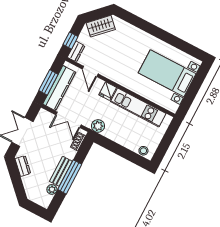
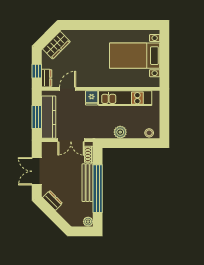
door: (90, 71) -> (68, 89), swing flipped
plant: (98, 126) -> (120, 132), moved
bench: (61, 171) -> (88, 183), width x1.36
window: (70, 177) -> (98, 189), width x1.46
plant: (52, 189) -> (88, 222), moved

